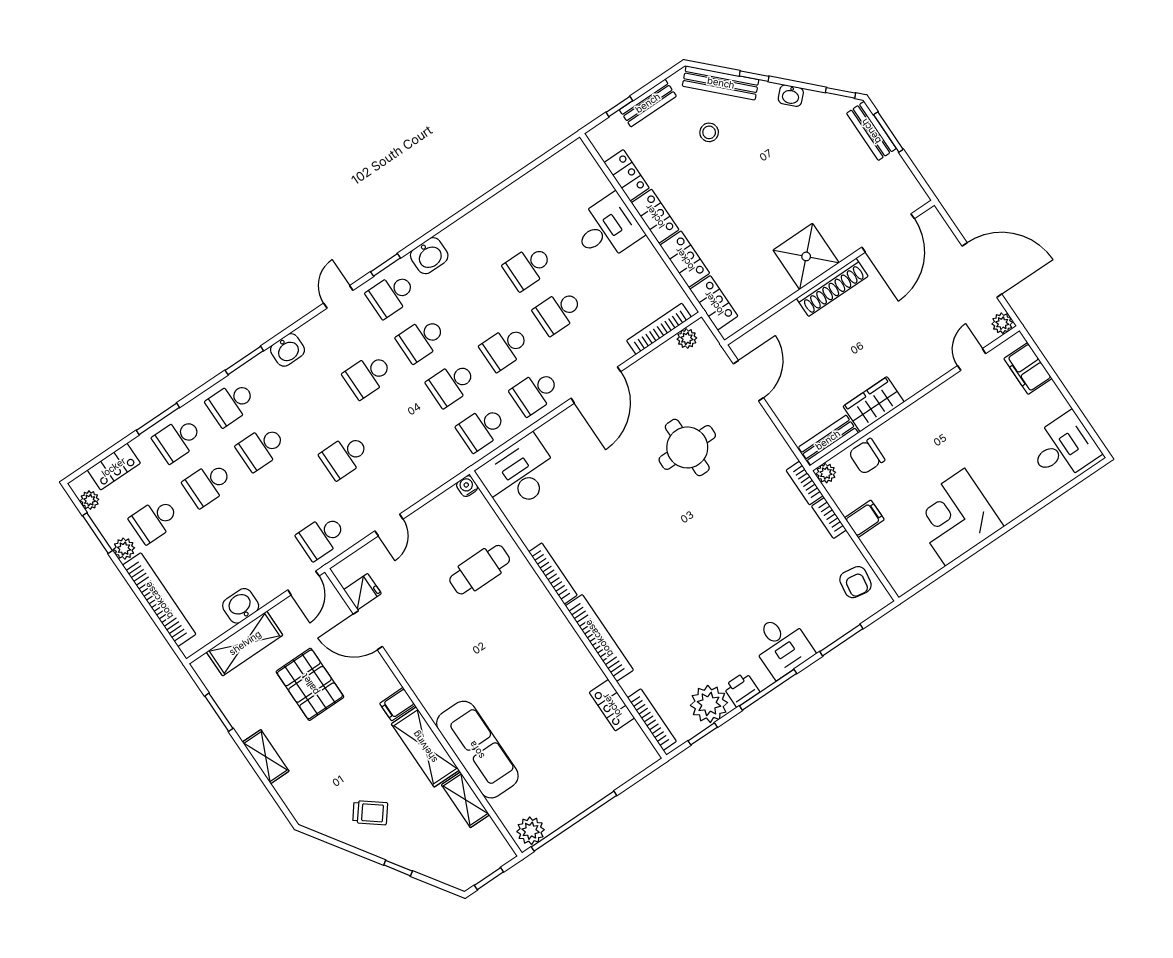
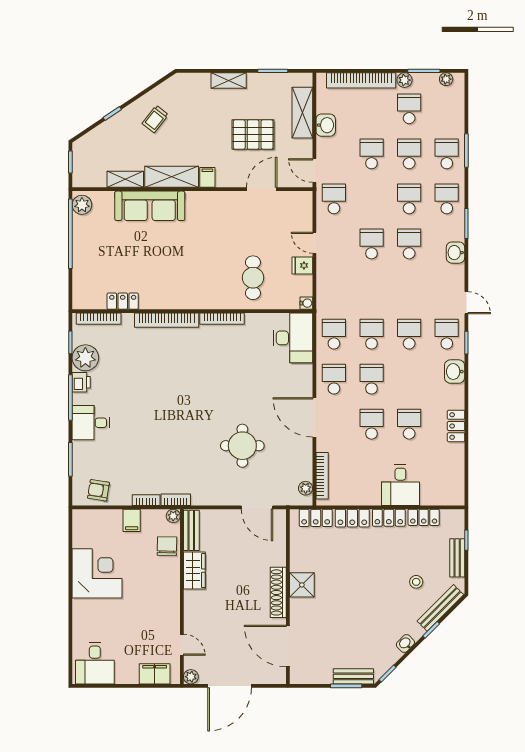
shower: (806, 256) -> (302, 585), width x0.73, depth x0.73
school desk: (368, 376) -> (409, 244), moved
locker: (114, 467) -> (456, 426), moved
school desk: (238, 529) -> (372, 154), added
fridge: (362, 592) -> (302, 265), moved, turned 90

